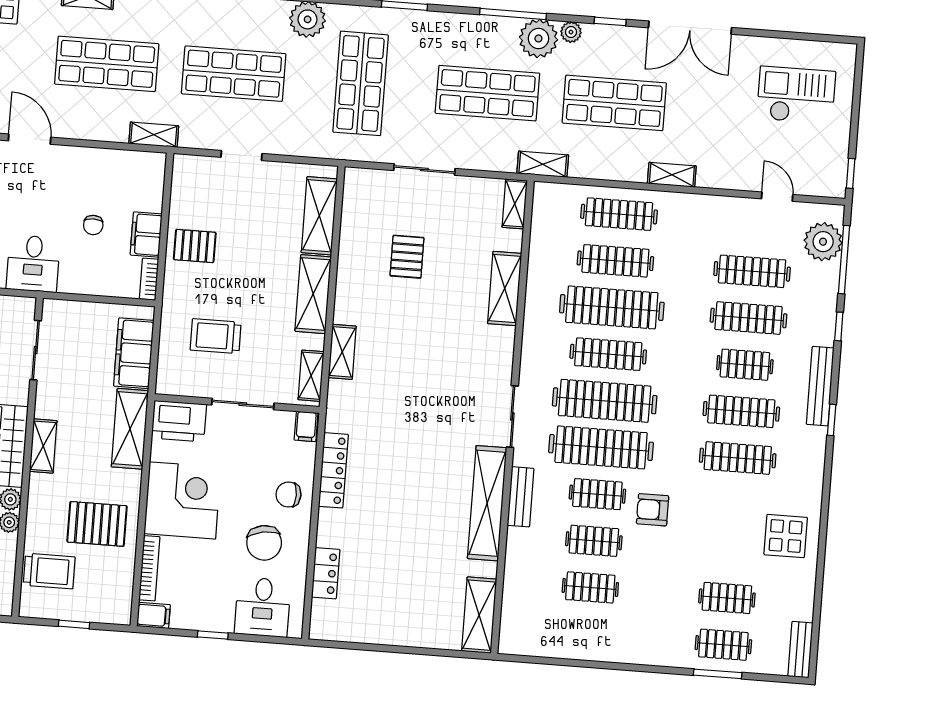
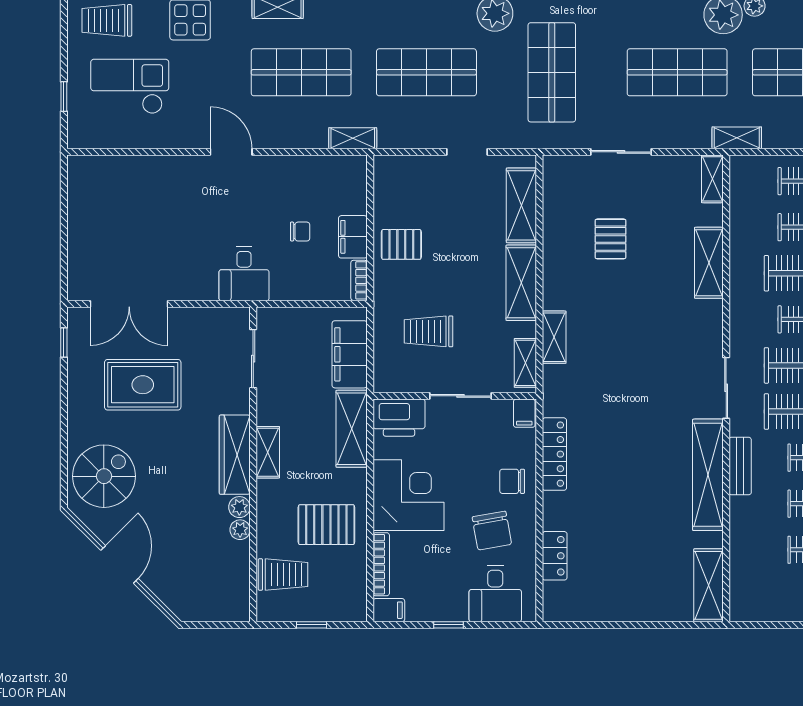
doorway: (241, 155) -> (467, 152), moved
chair: (93, 225) -> (300, 232), turned -90

